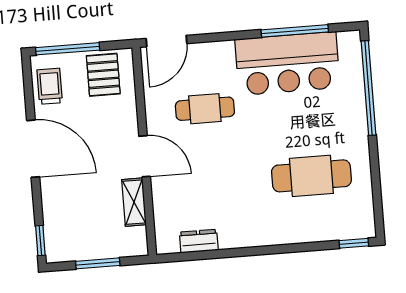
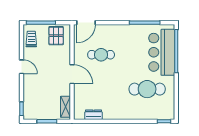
bar counter: (287, 64) -> (162, 52), moved, turned 90
door: (33, 149) -> (22, 67), width x0.53
shelving: (134, 202) -> (65, 107), moved

